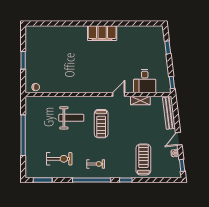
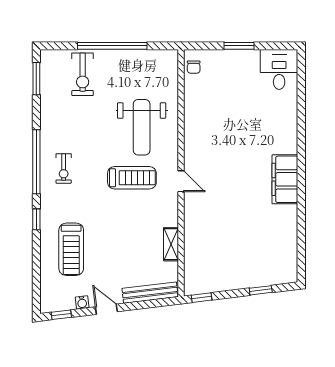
desk: (145, 81) -> (279, 69), moved, turned 90
door: (119, 95) -> (181, 181), moved
weight bench: (71, 118) -> (142, 127), width x1.36, depth x1.33
treadmill: (101, 124) -> (132, 178), turned 180
exercise bike: (59, 159) -> (83, 74), moved
treadmill: (143, 159) -> (71, 249), turned 90

